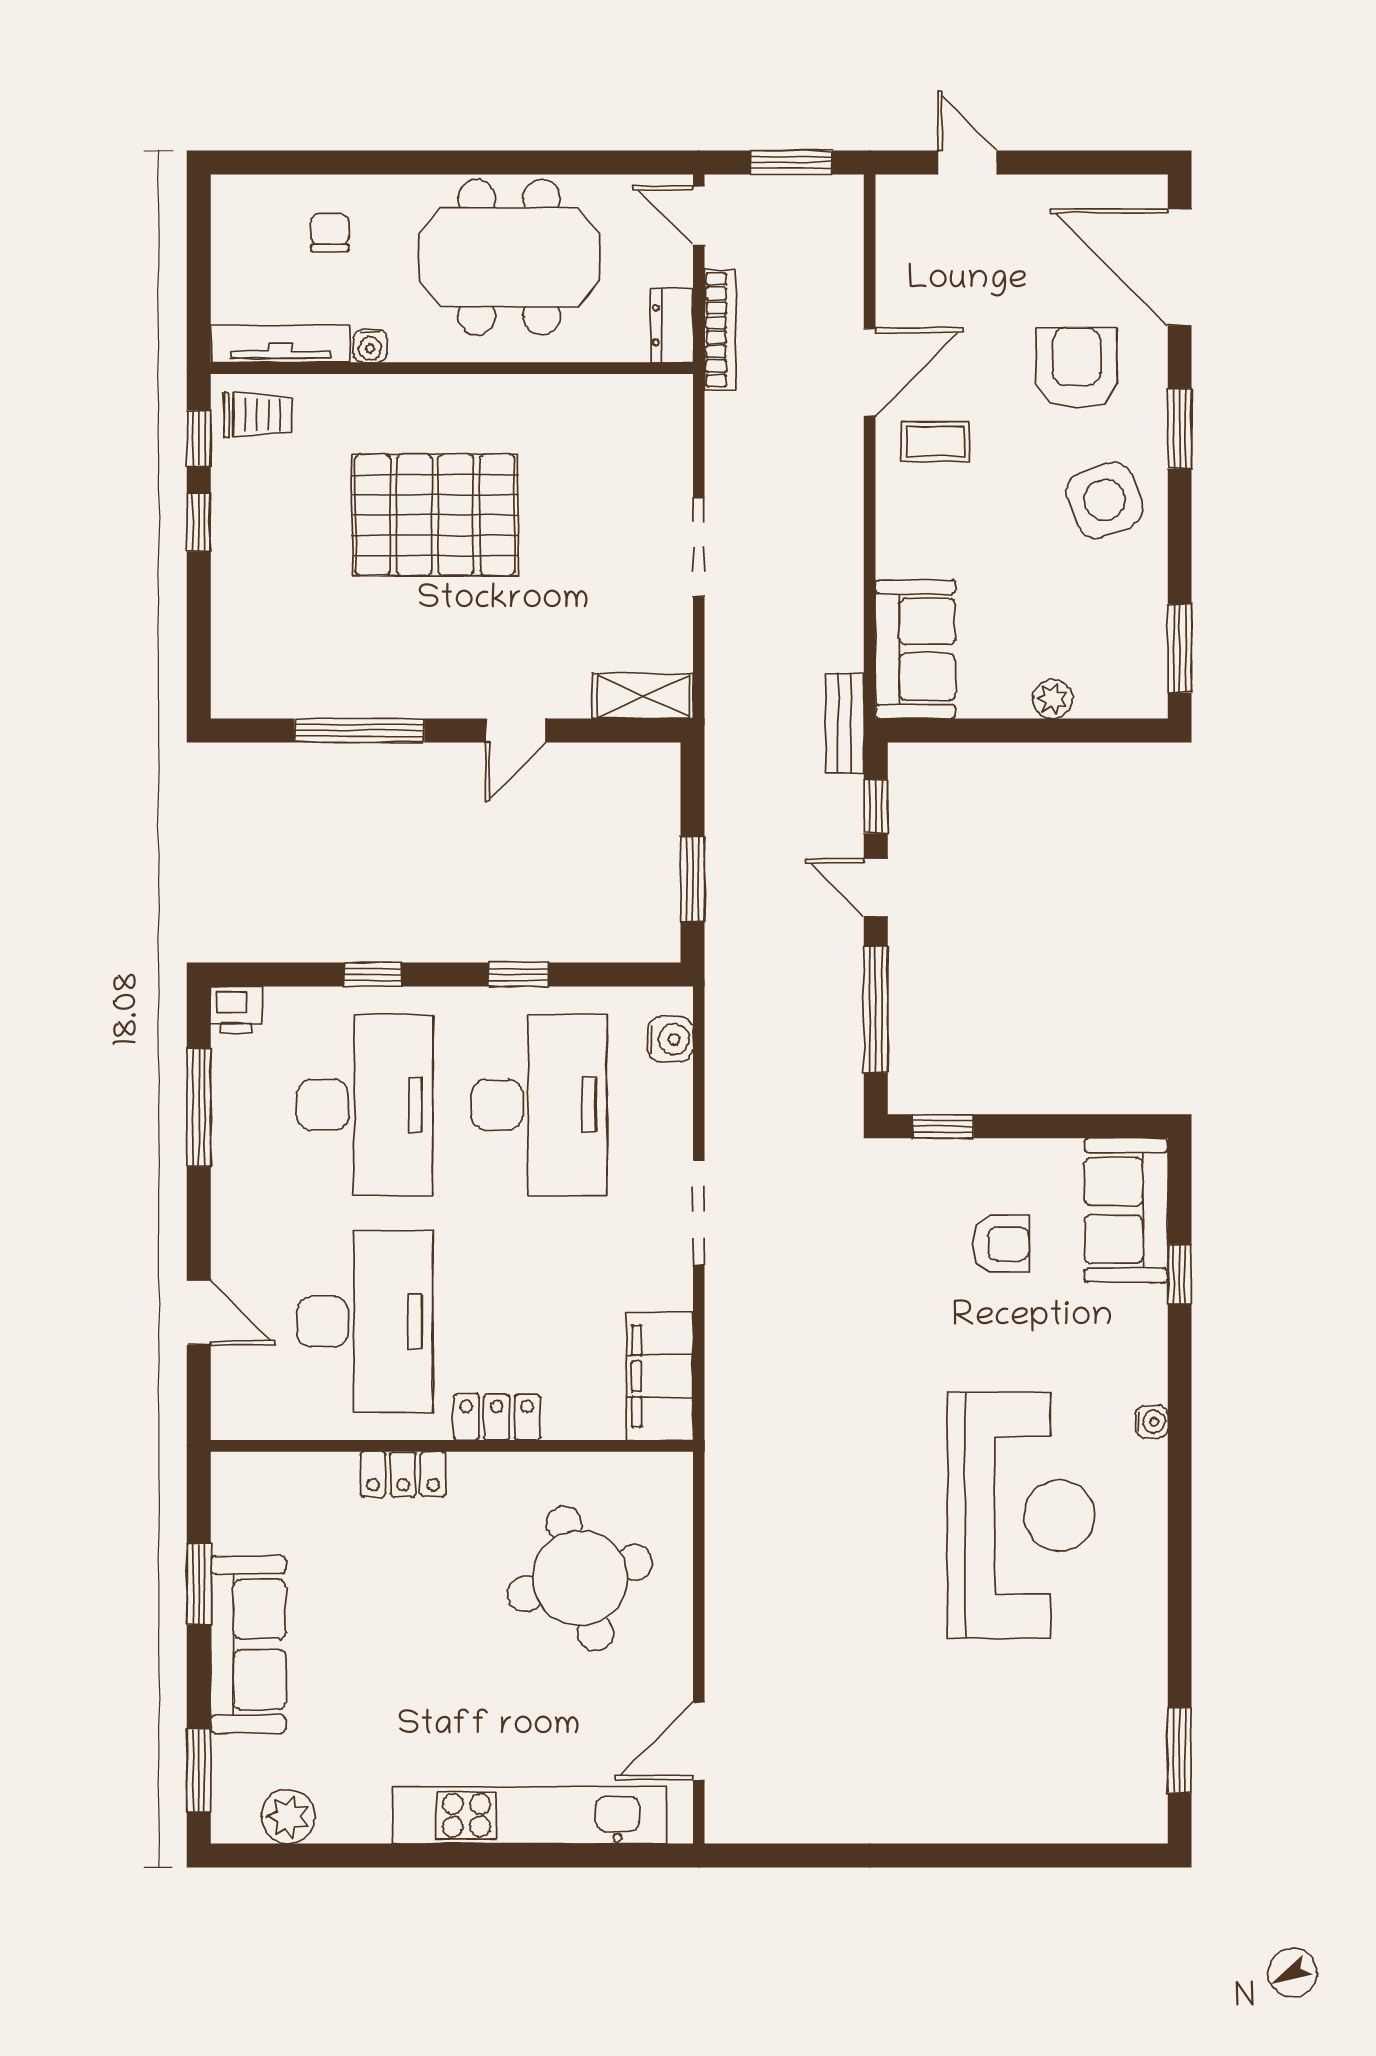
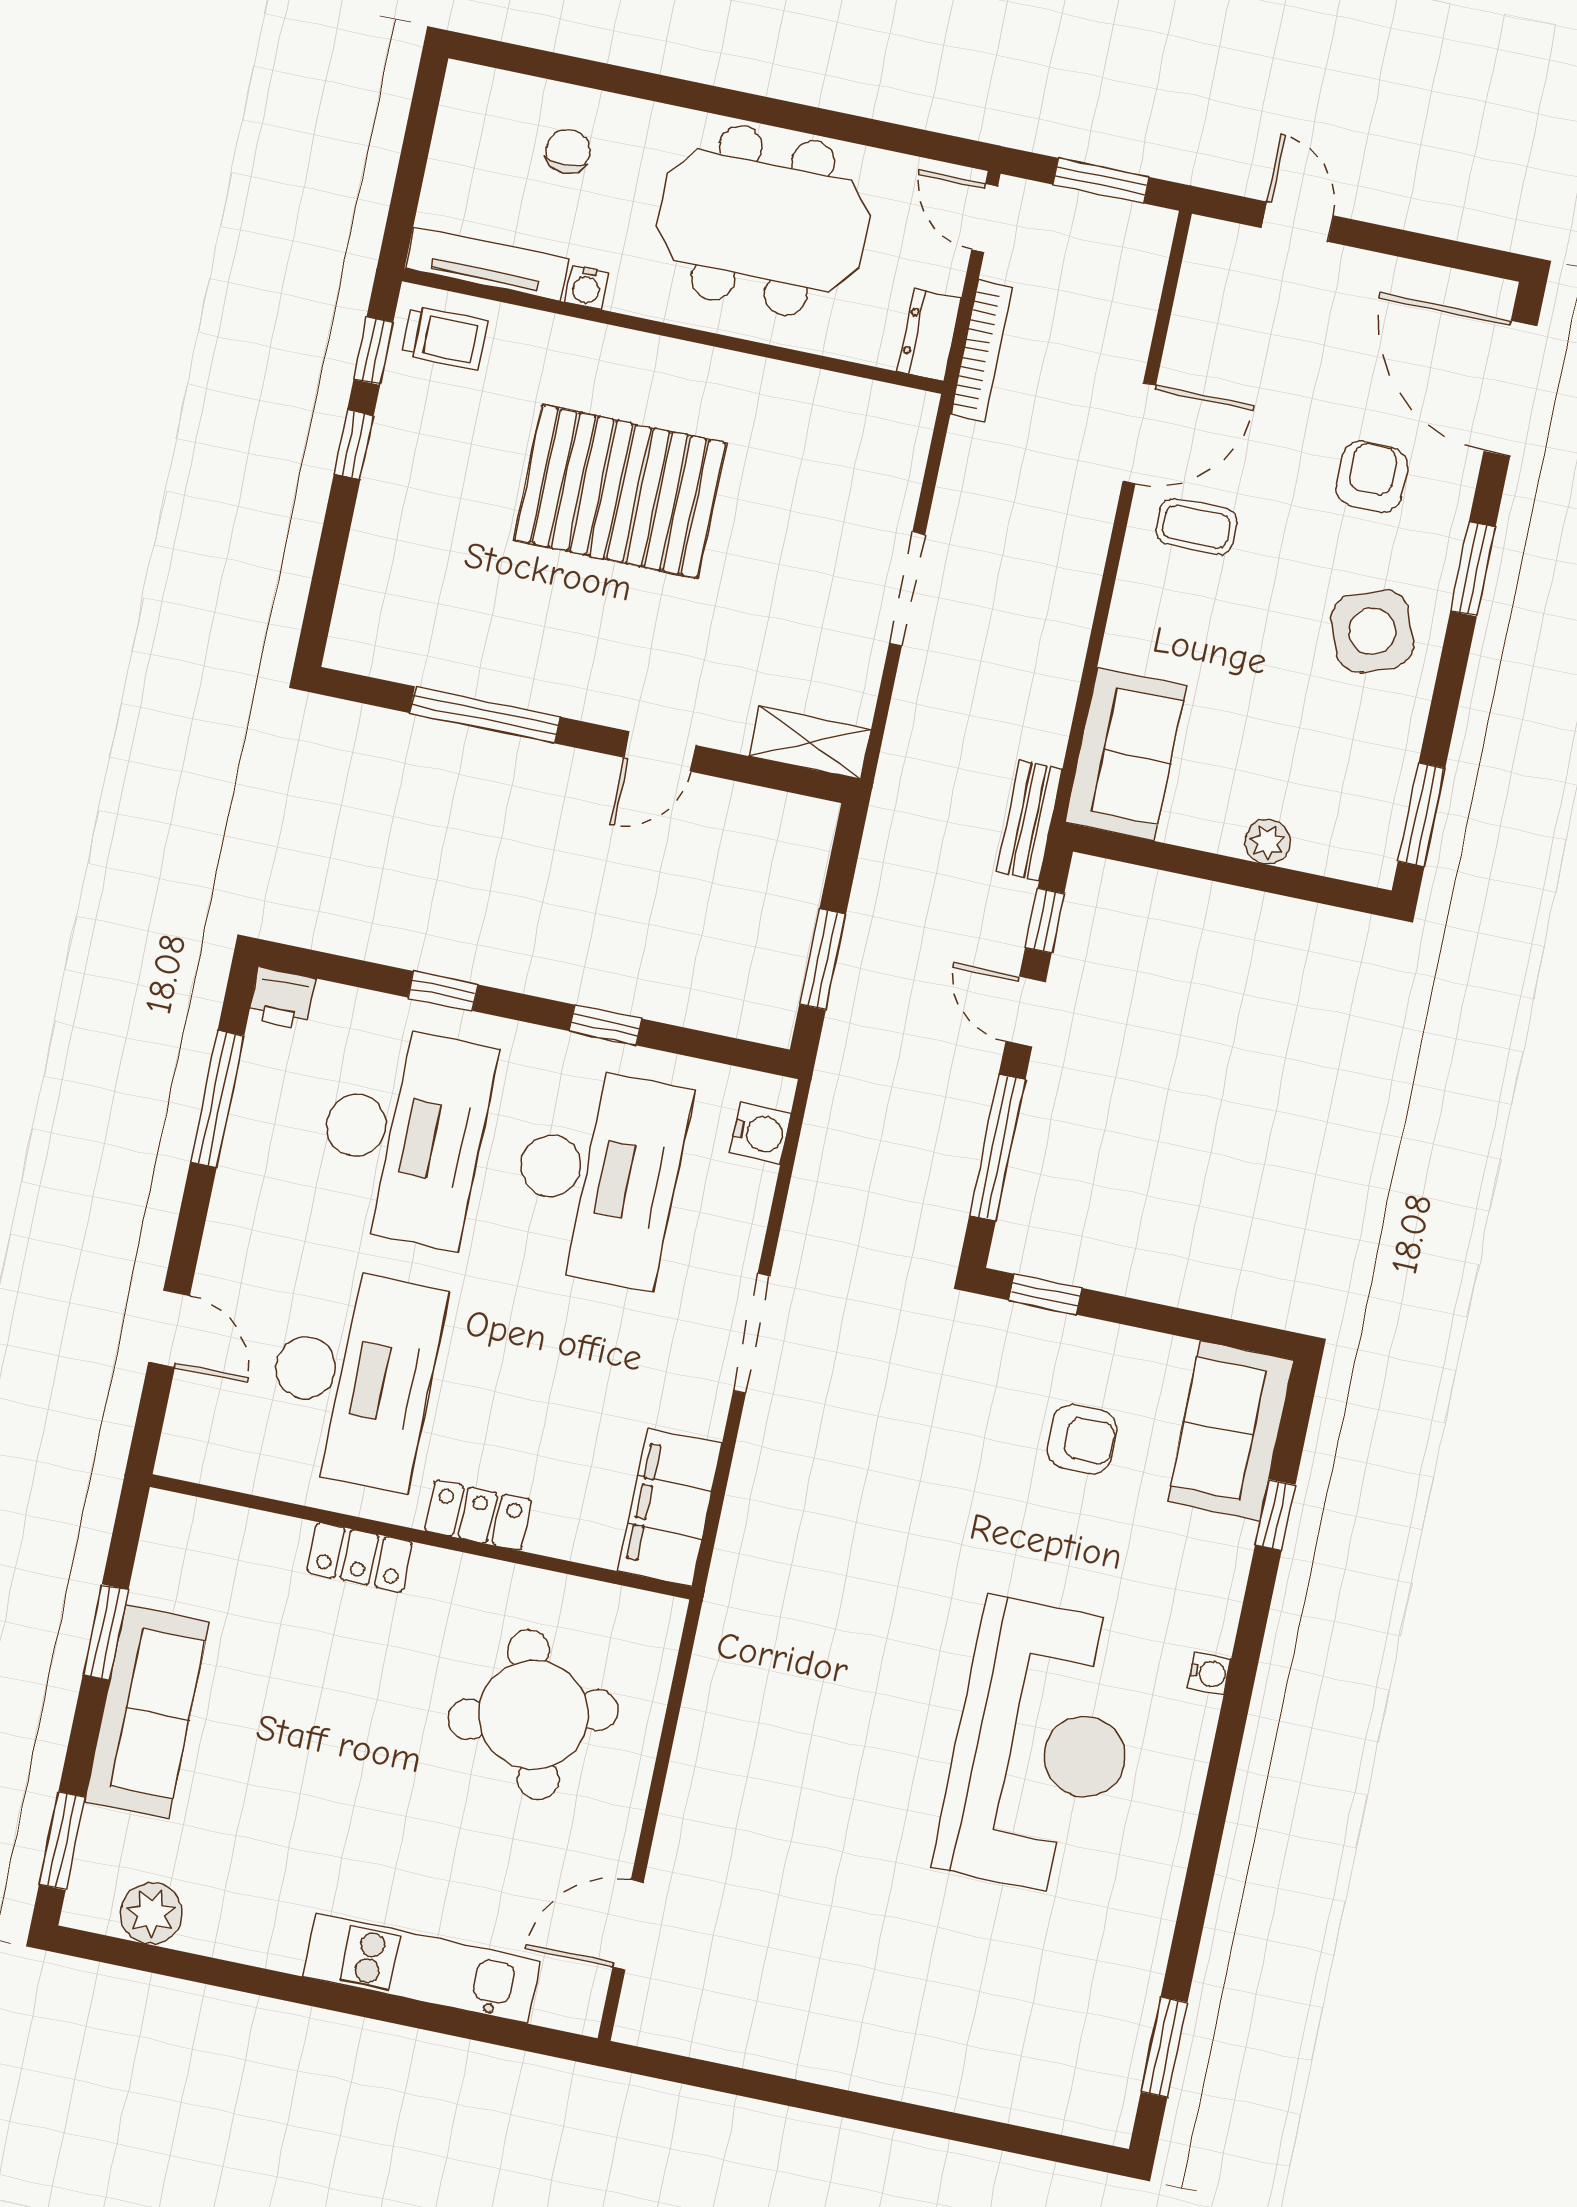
armchair: (1076, 368) -> (1372, 477), width x0.72, depth x0.72
kitchen unit: (530, 1815) -> (422, 1968), width x0.73

